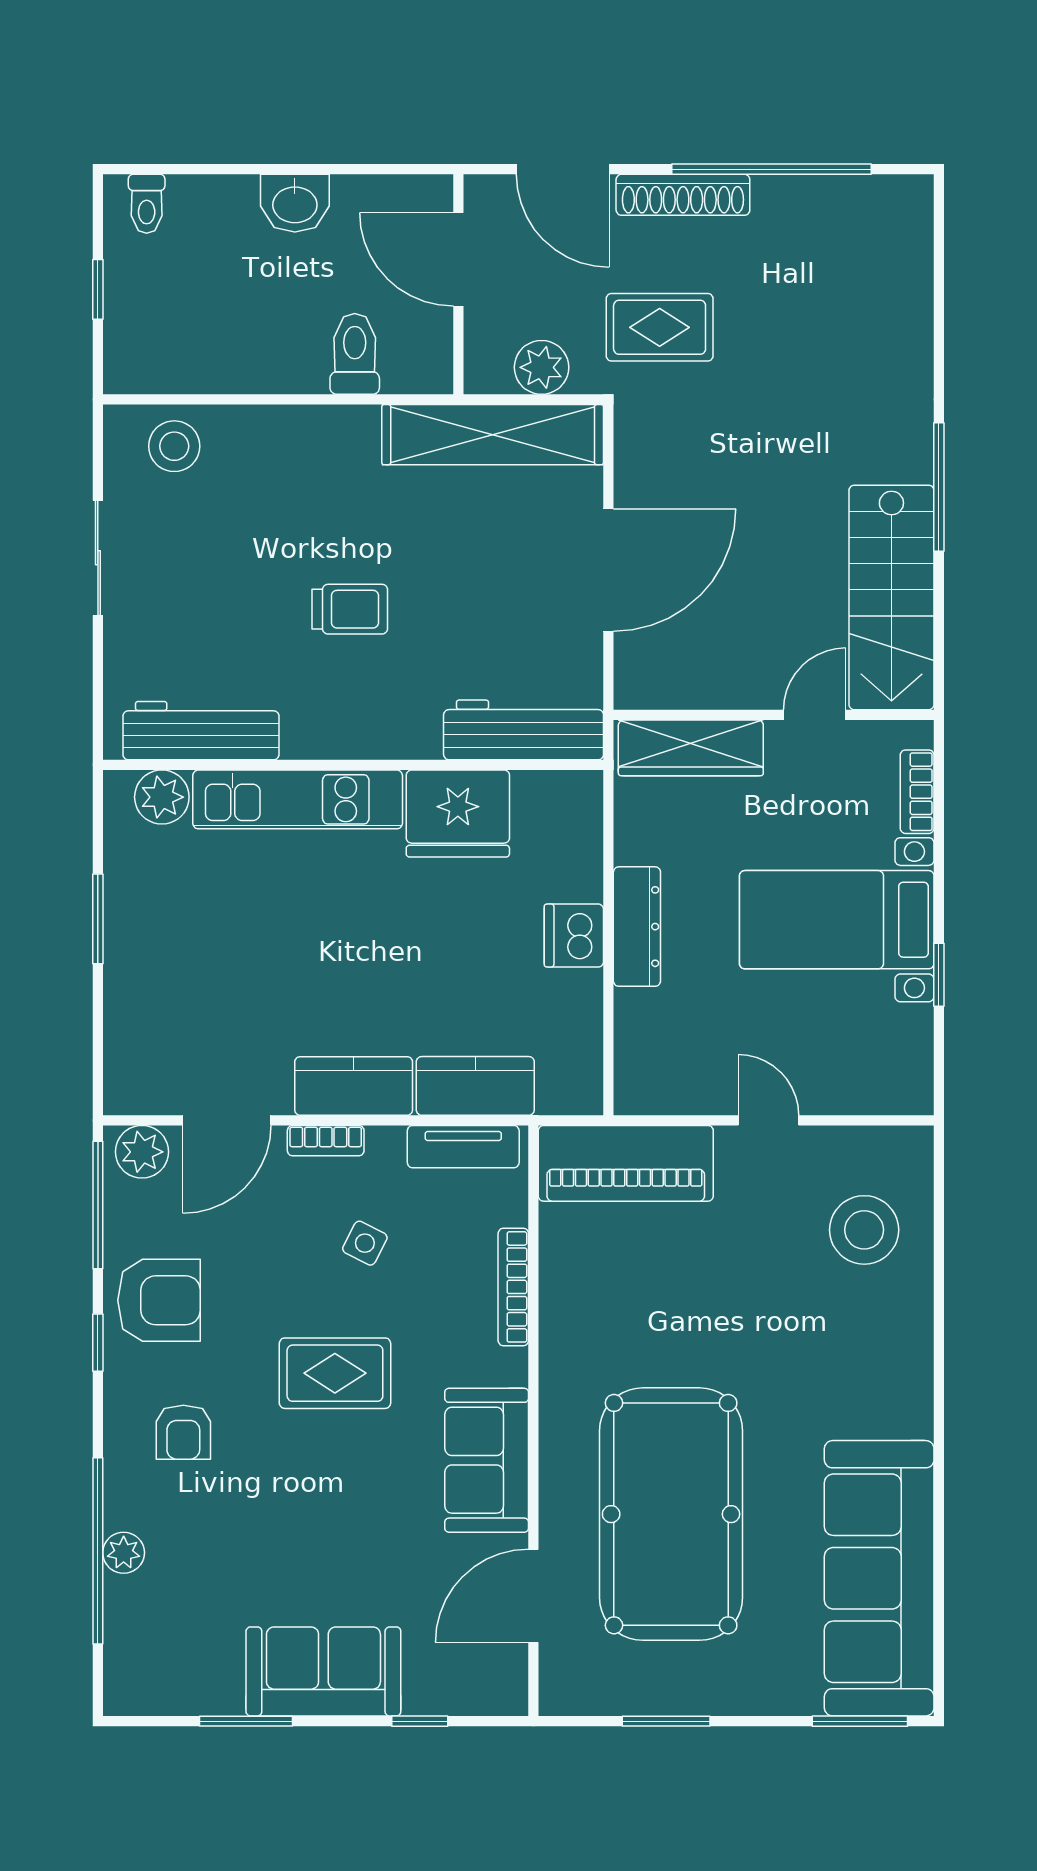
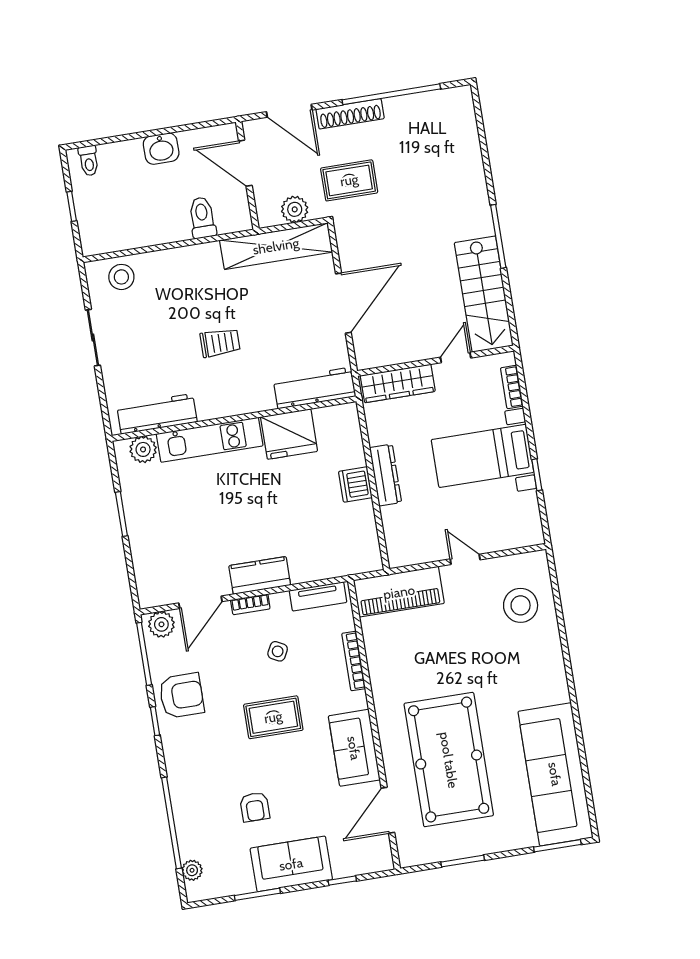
kitchen counter: (475, 1086) -> (319, 566), removed
armchair: (183, 1432) -> (255, 807), moved
plant: (124, 1553) -> (192, 870), moved

